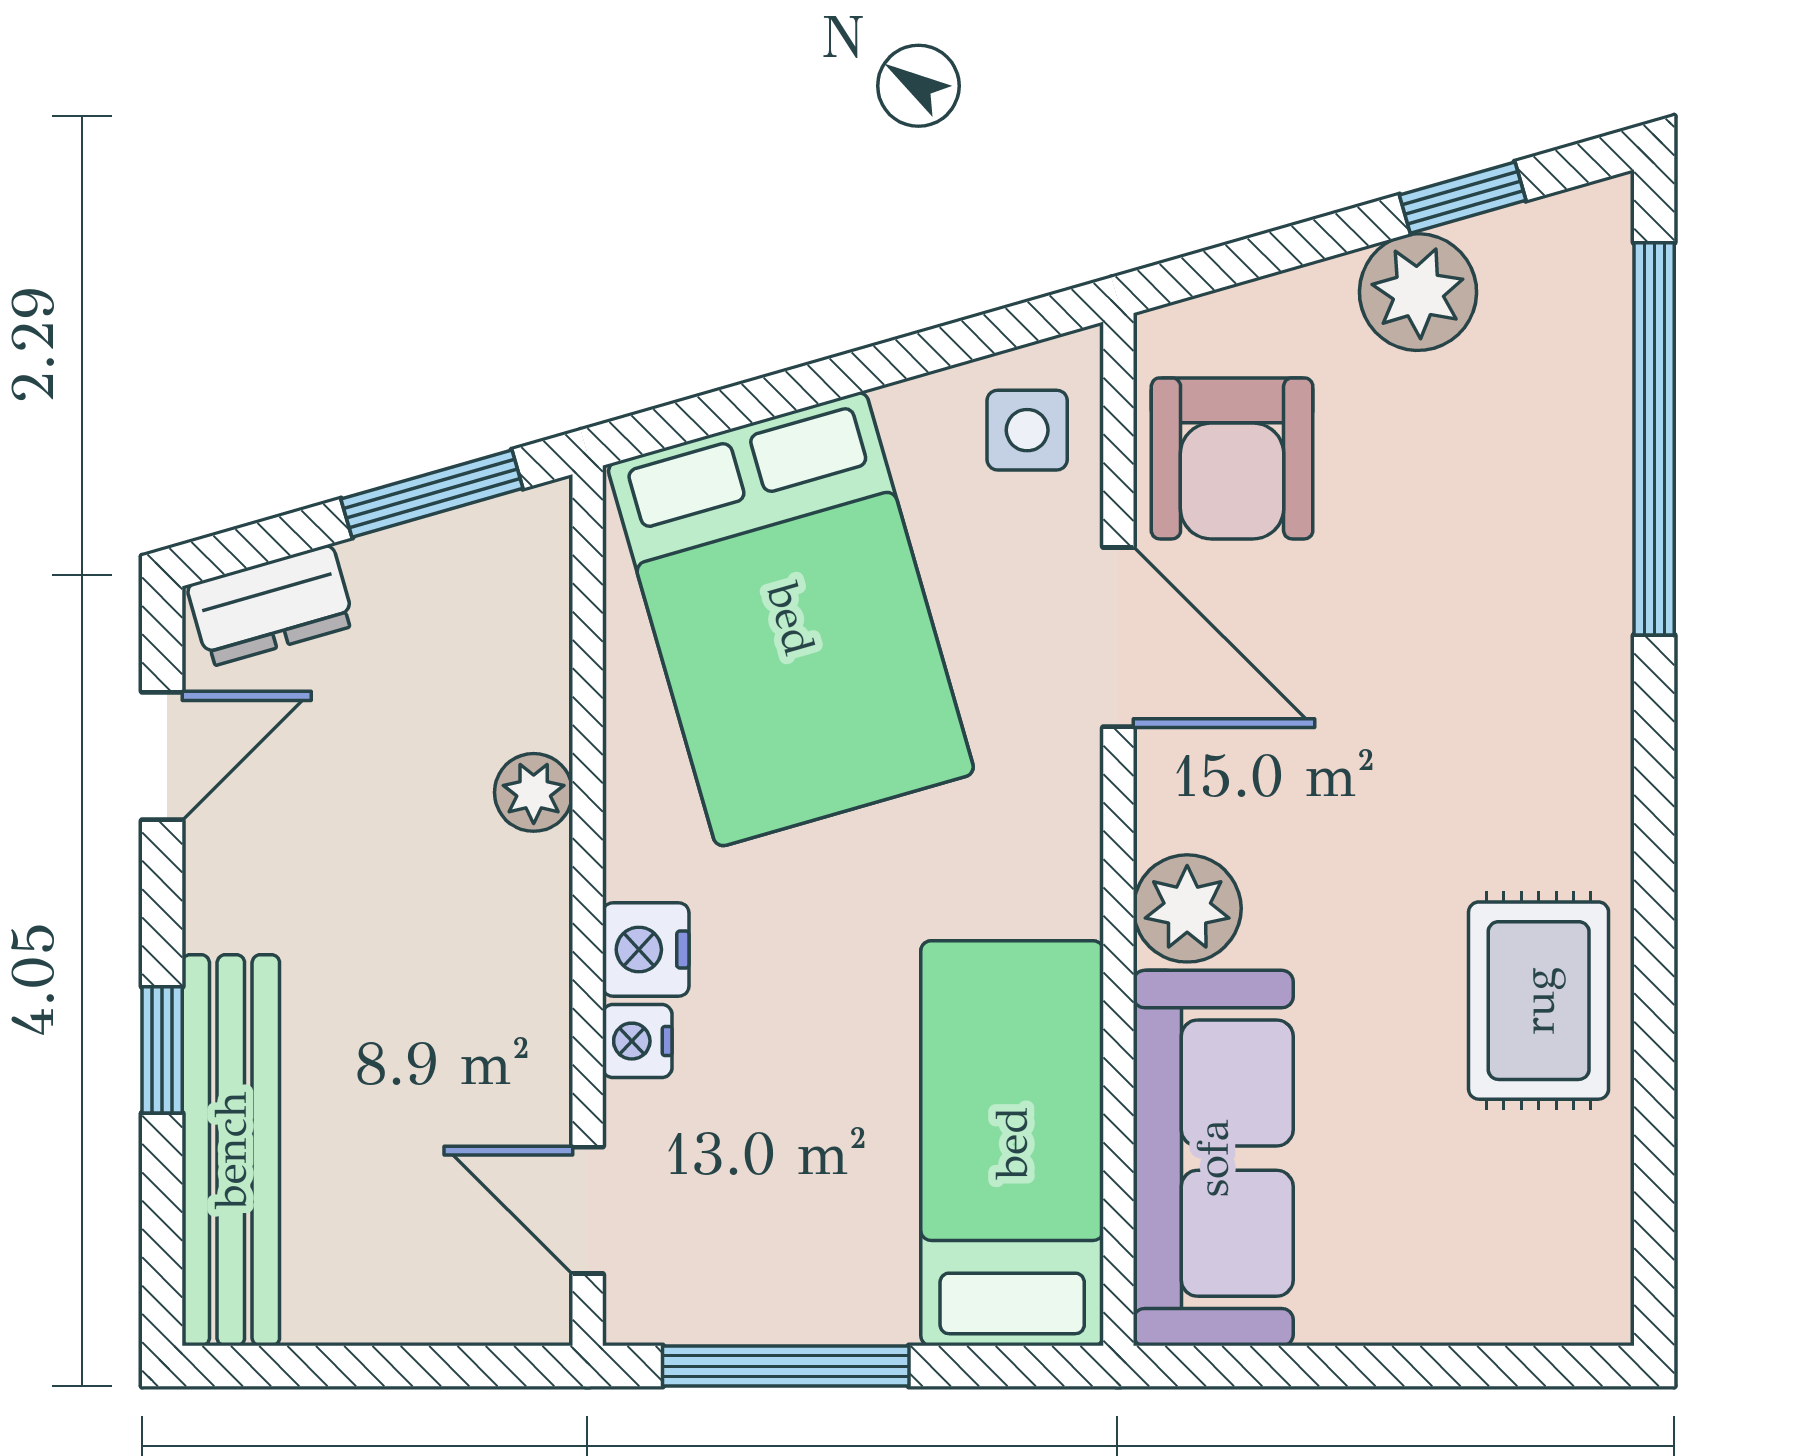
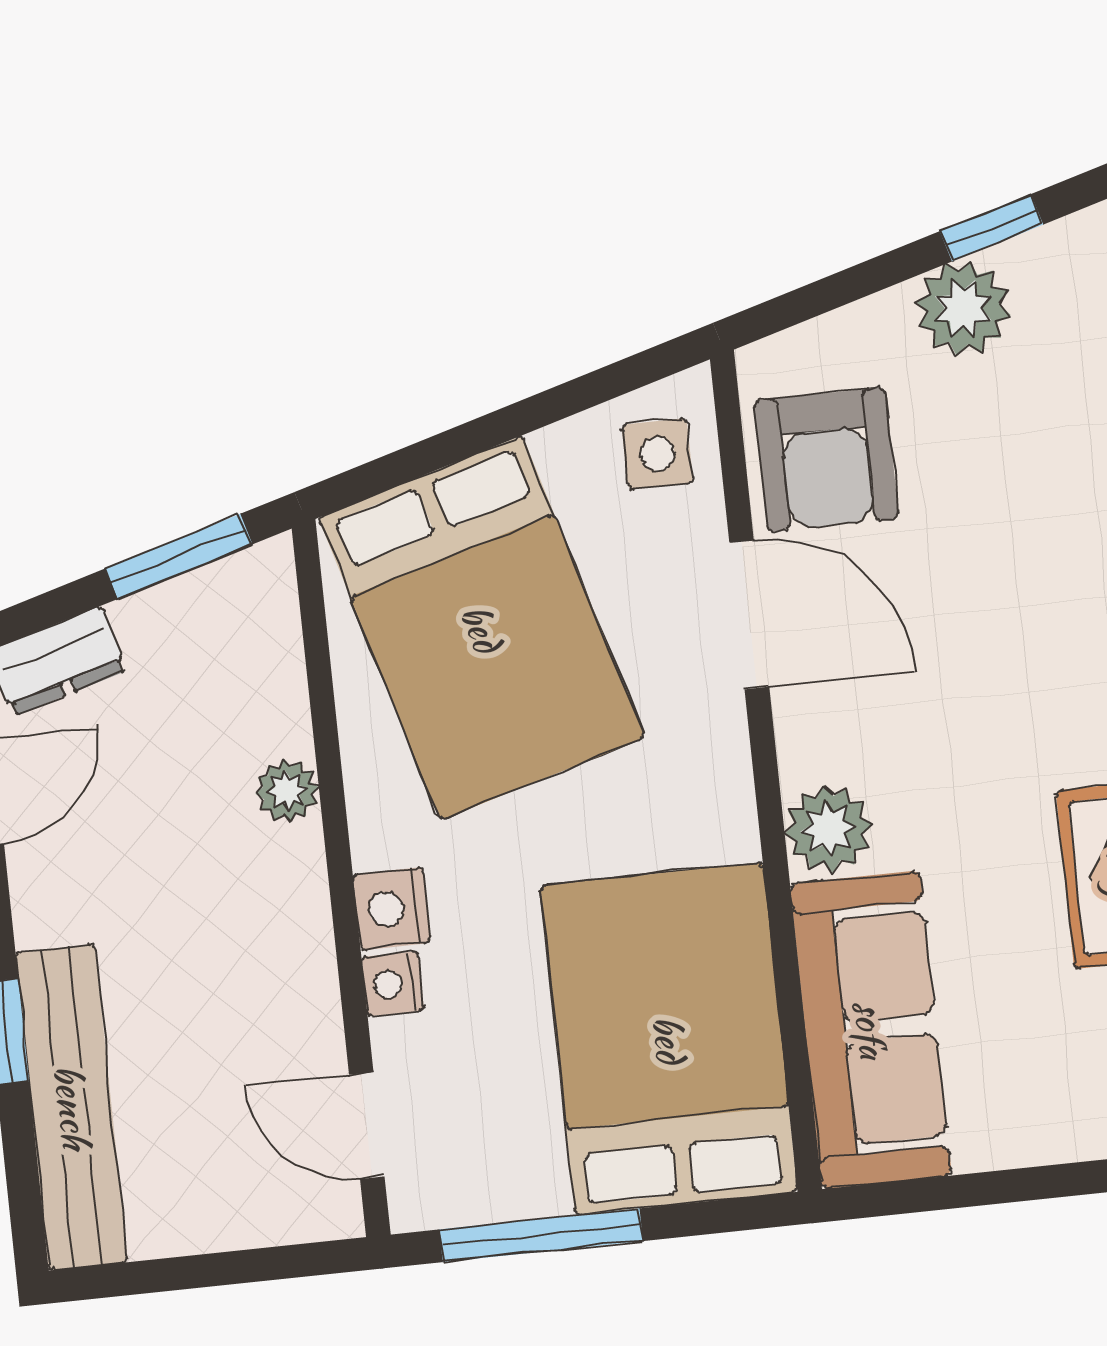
bed: (1012, 1143) -> (669, 1039), width x1.50

